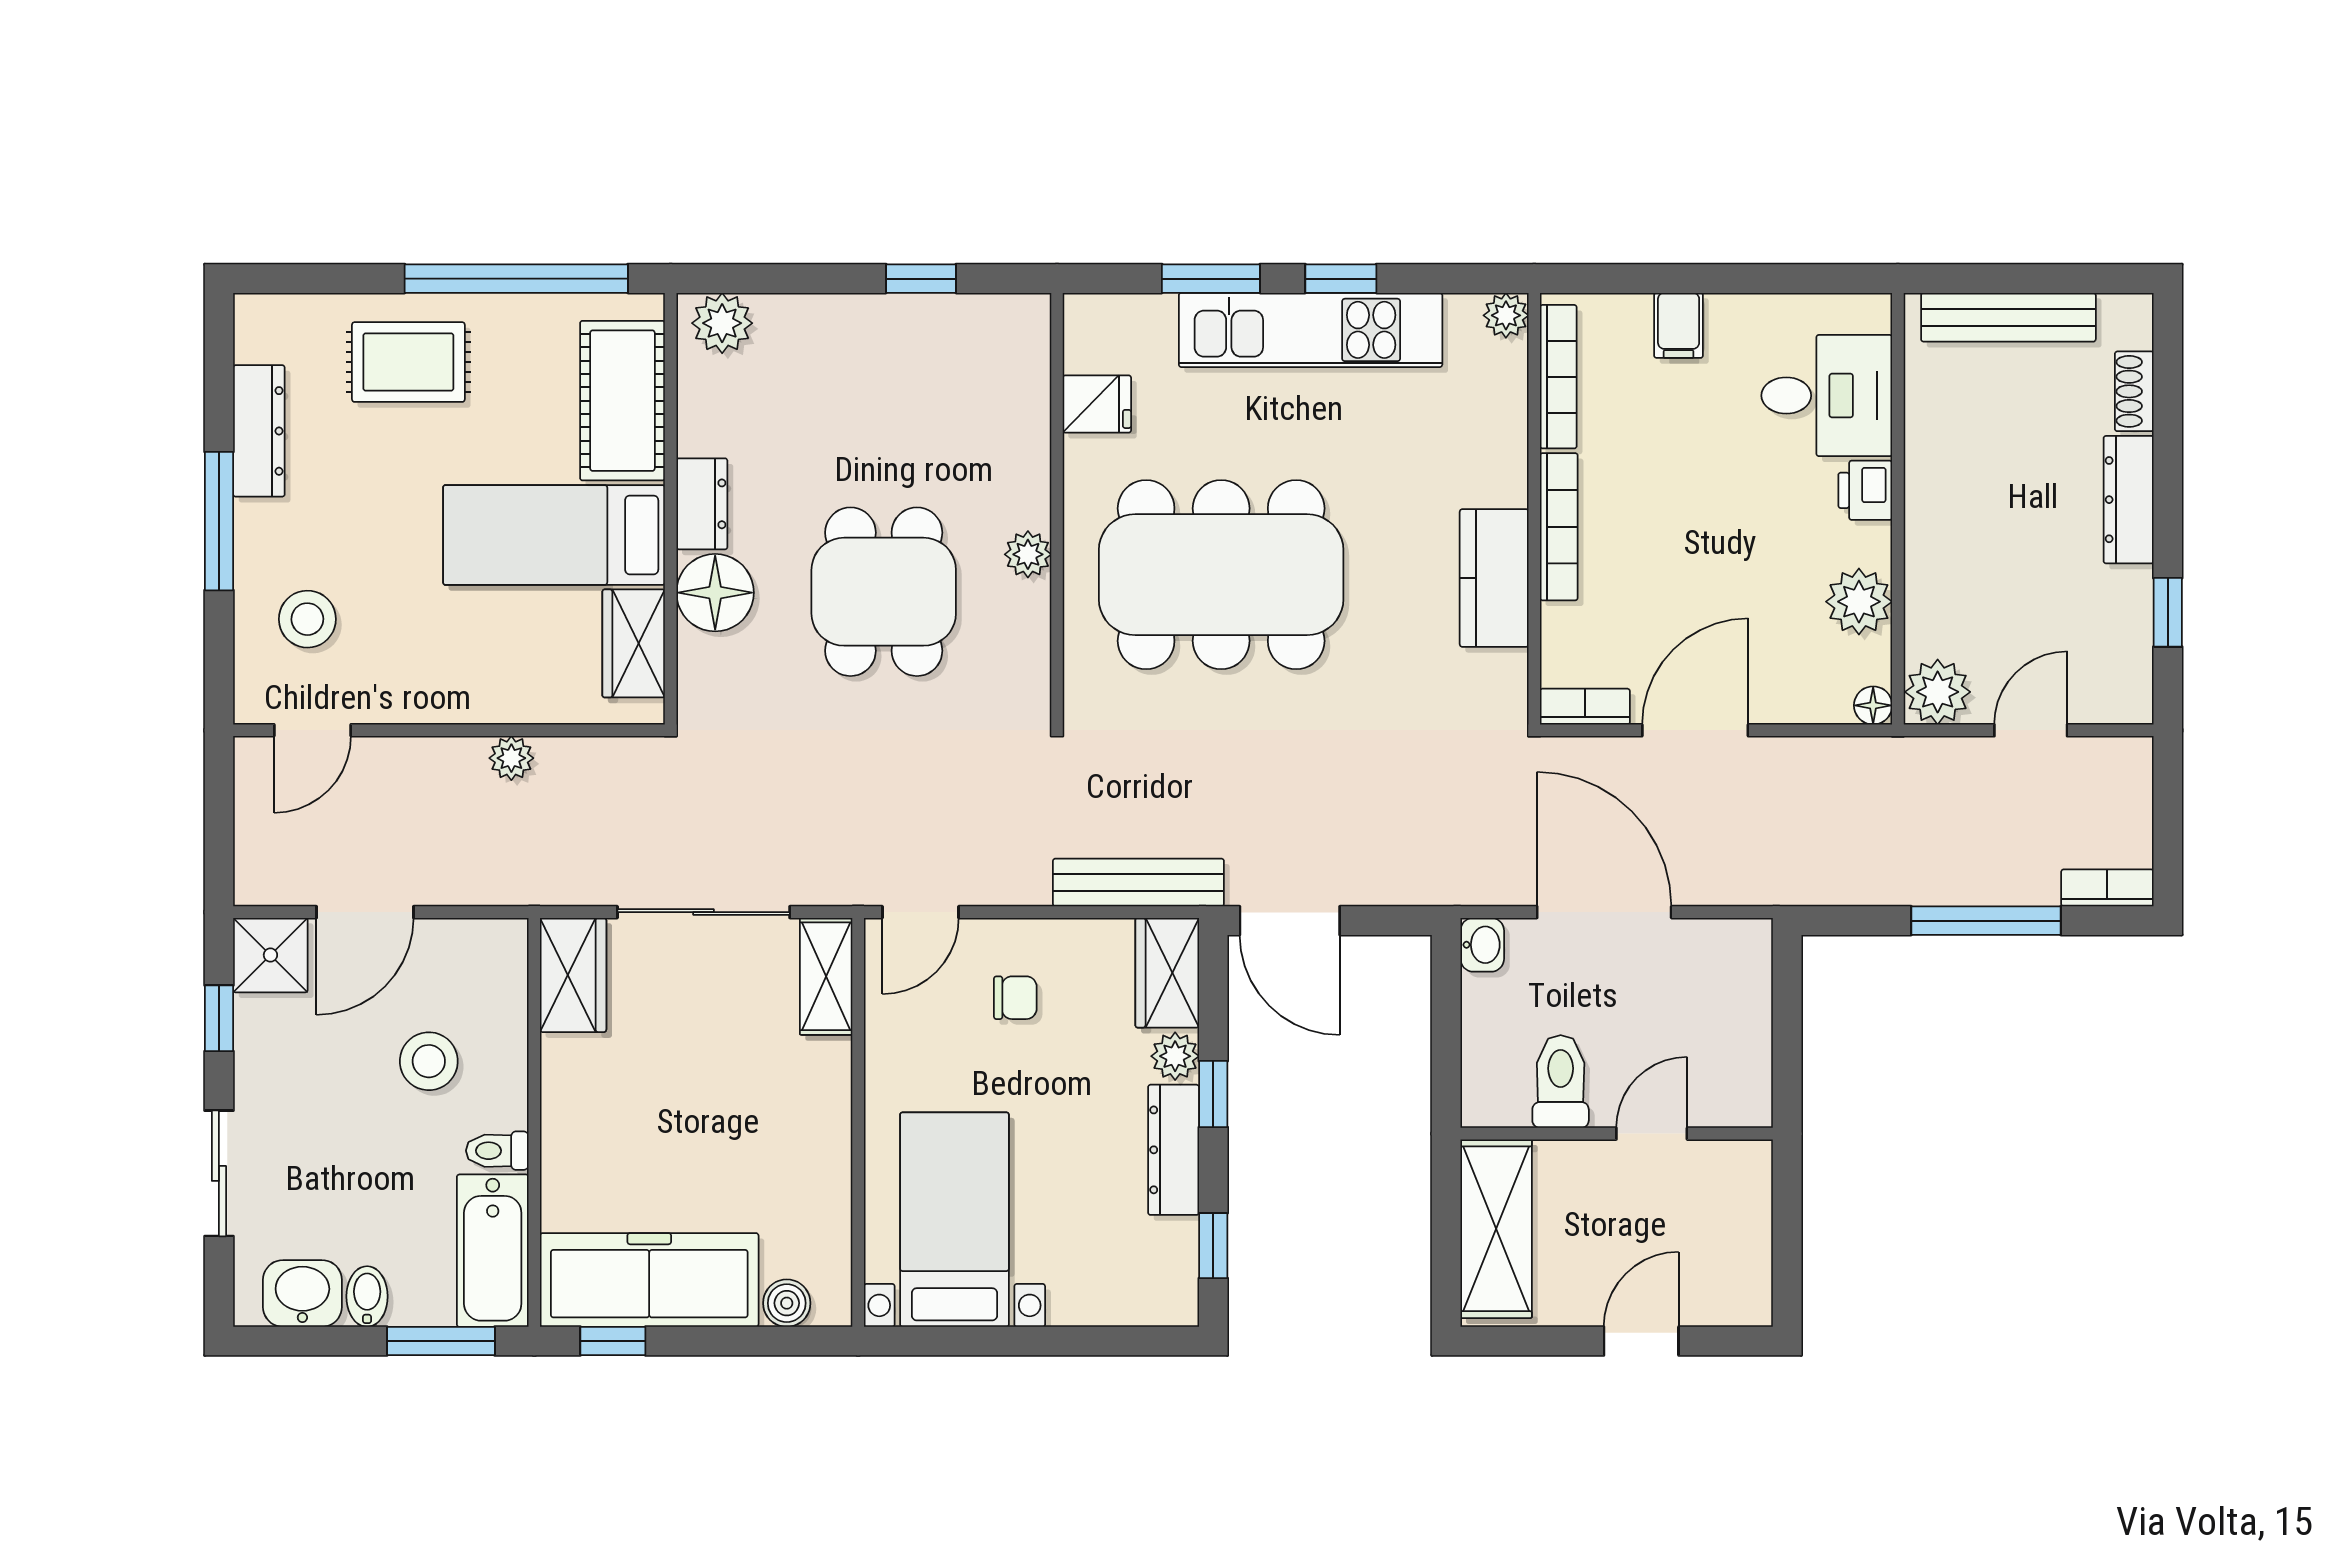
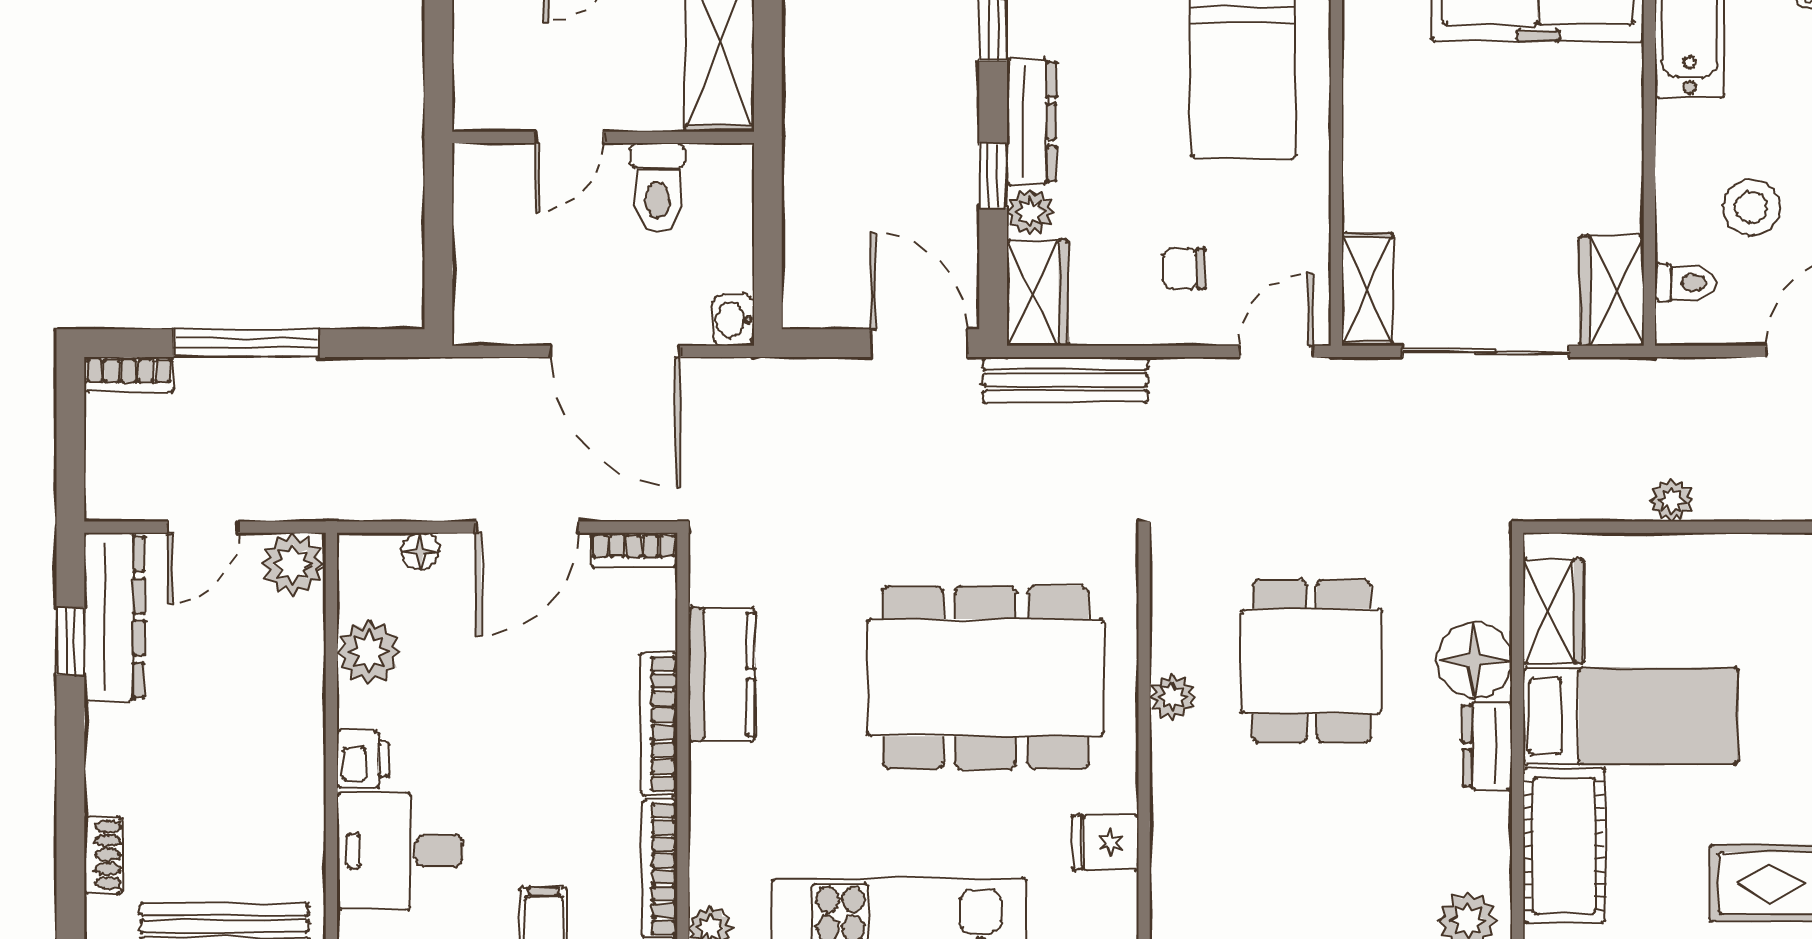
dresser: (2129, 500) -> (114, 617), moved, width x1.37, depth x1.24
floor lamp: (1873, 705) -> (420, 551), moved
toilet: (497, 1151) -> (1685, 283), moved

